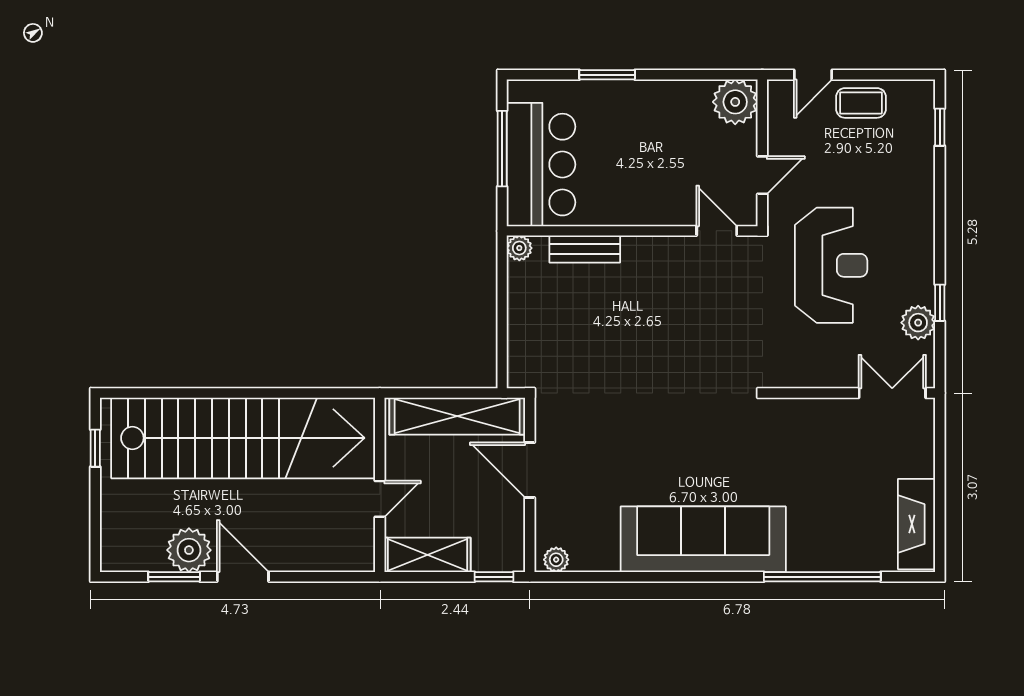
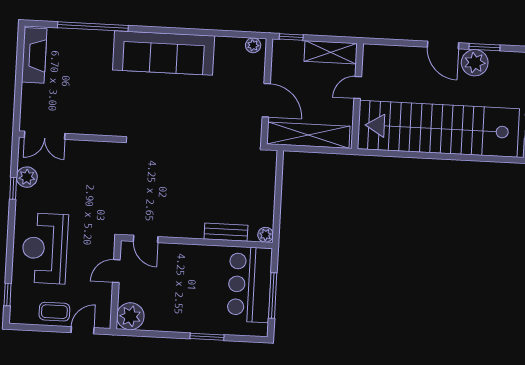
reception desk: (831, 265) -> (45, 248), moved

